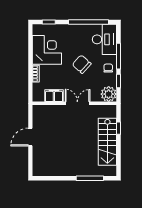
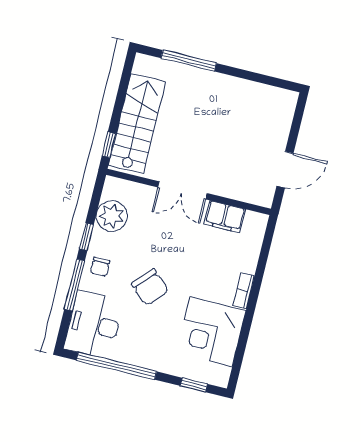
filing cabinet: (54, 96) -> (225, 217), moved
wall: (74, 103) -> (188, 192), moved
double door: (77, 103) -> (183, 190), moved

